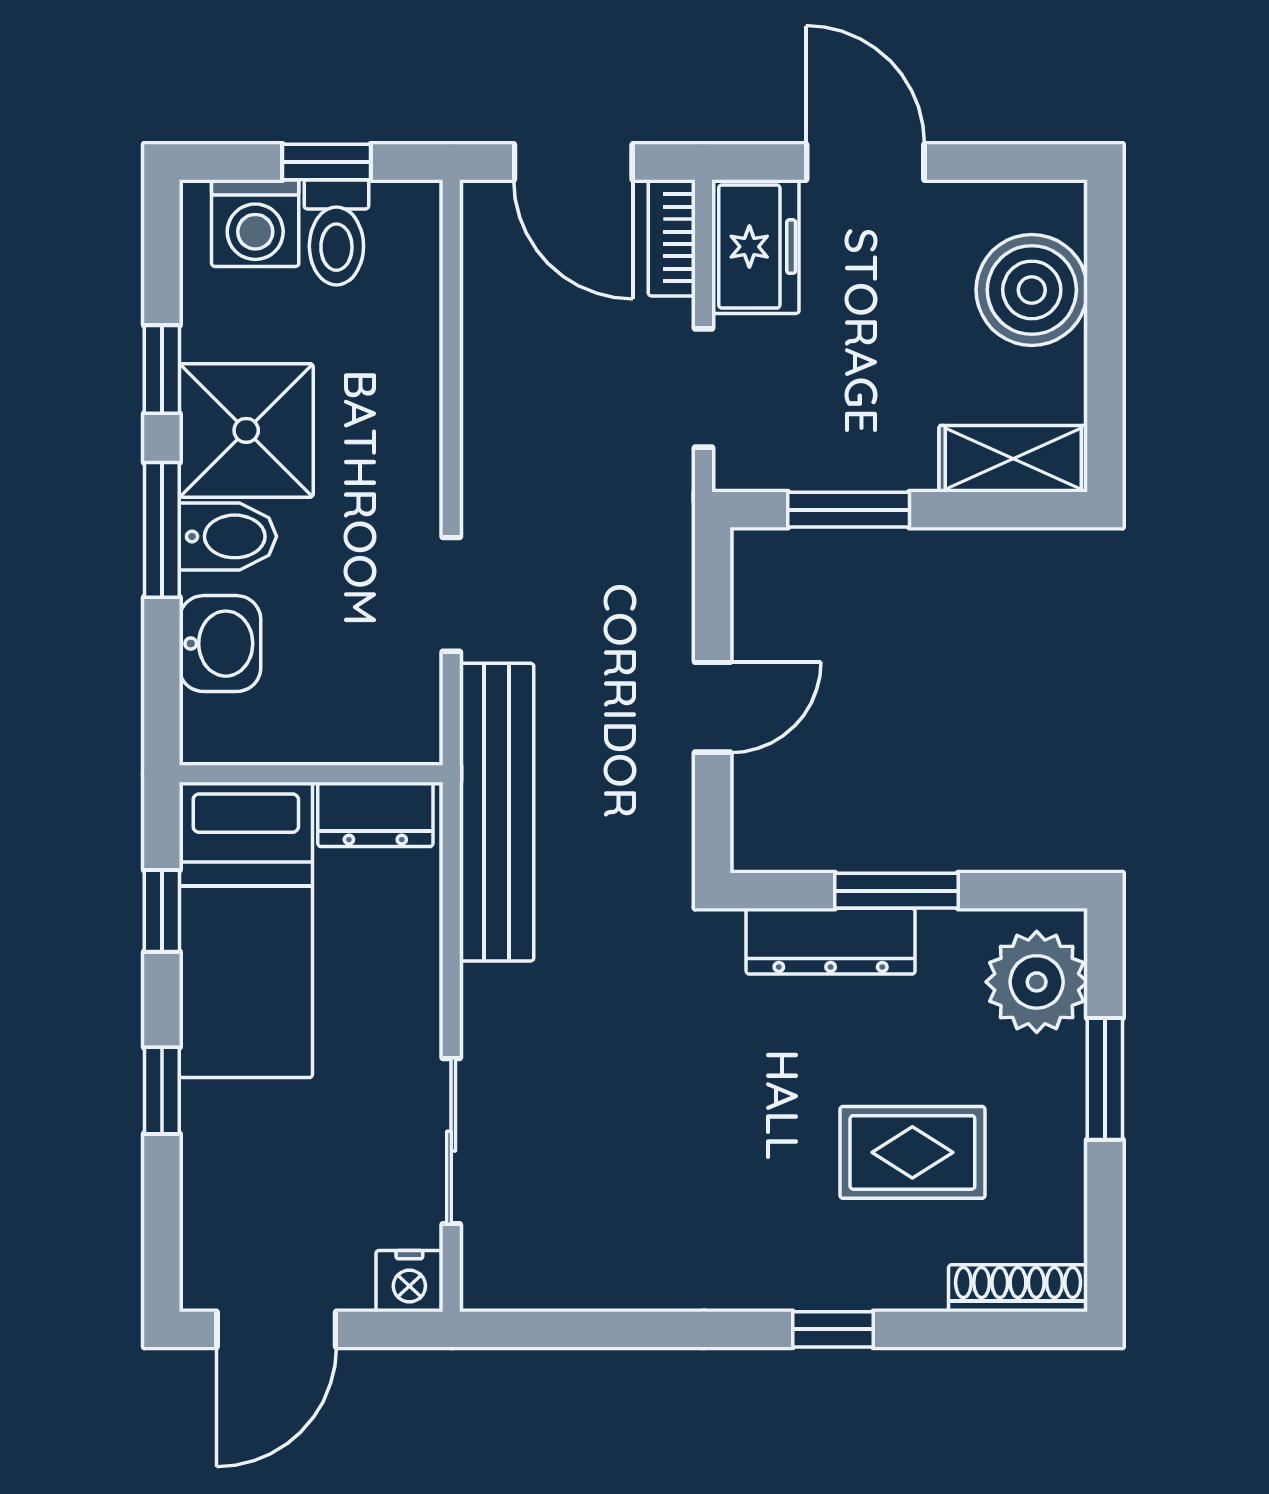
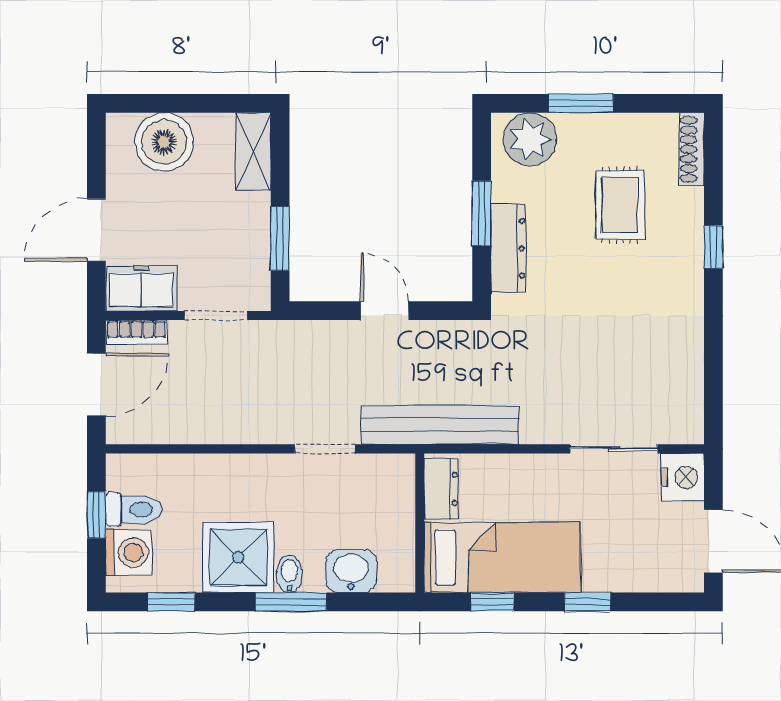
window: (162, 369) -> (171, 602), moved
bidet: (228, 536) -> (289, 574), width x0.72, depth x0.74
nightstand: (409, 1281) -> (683, 477), width x1.36, depth x1.33

